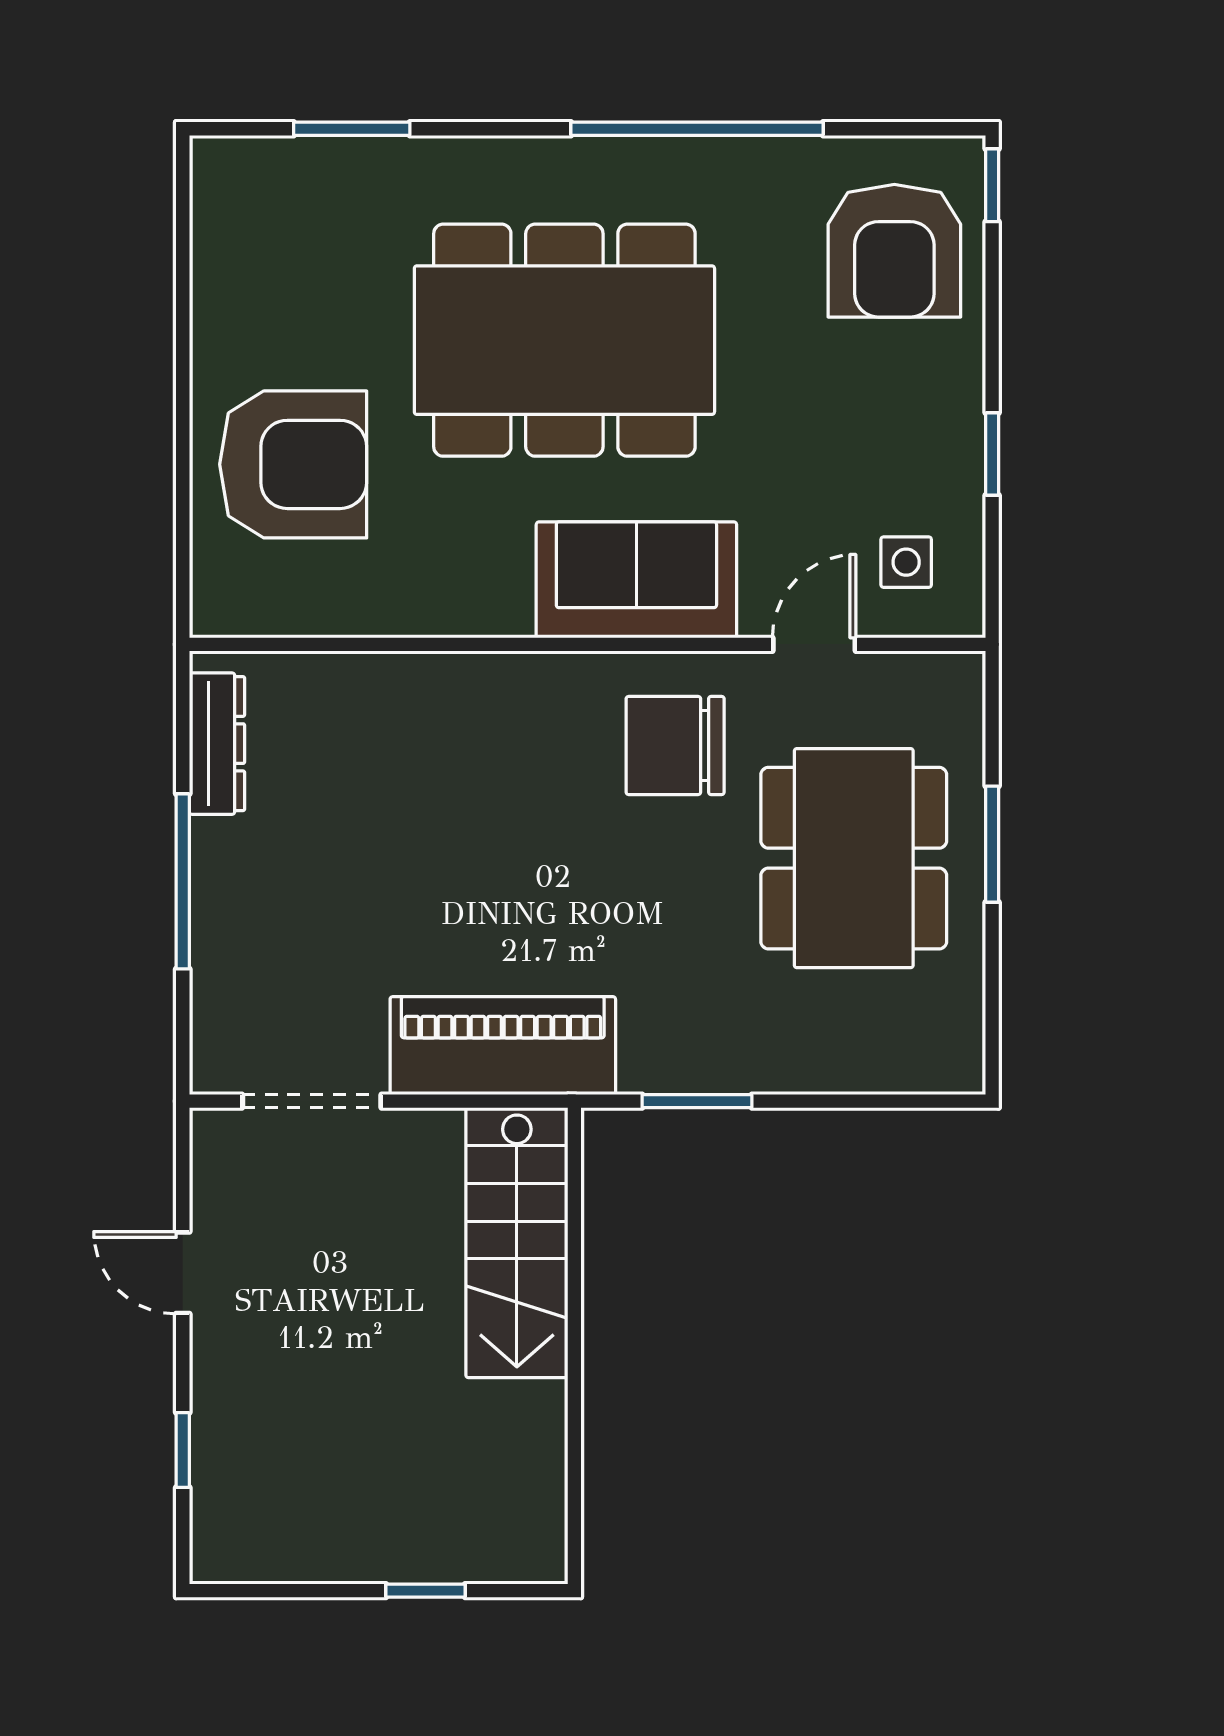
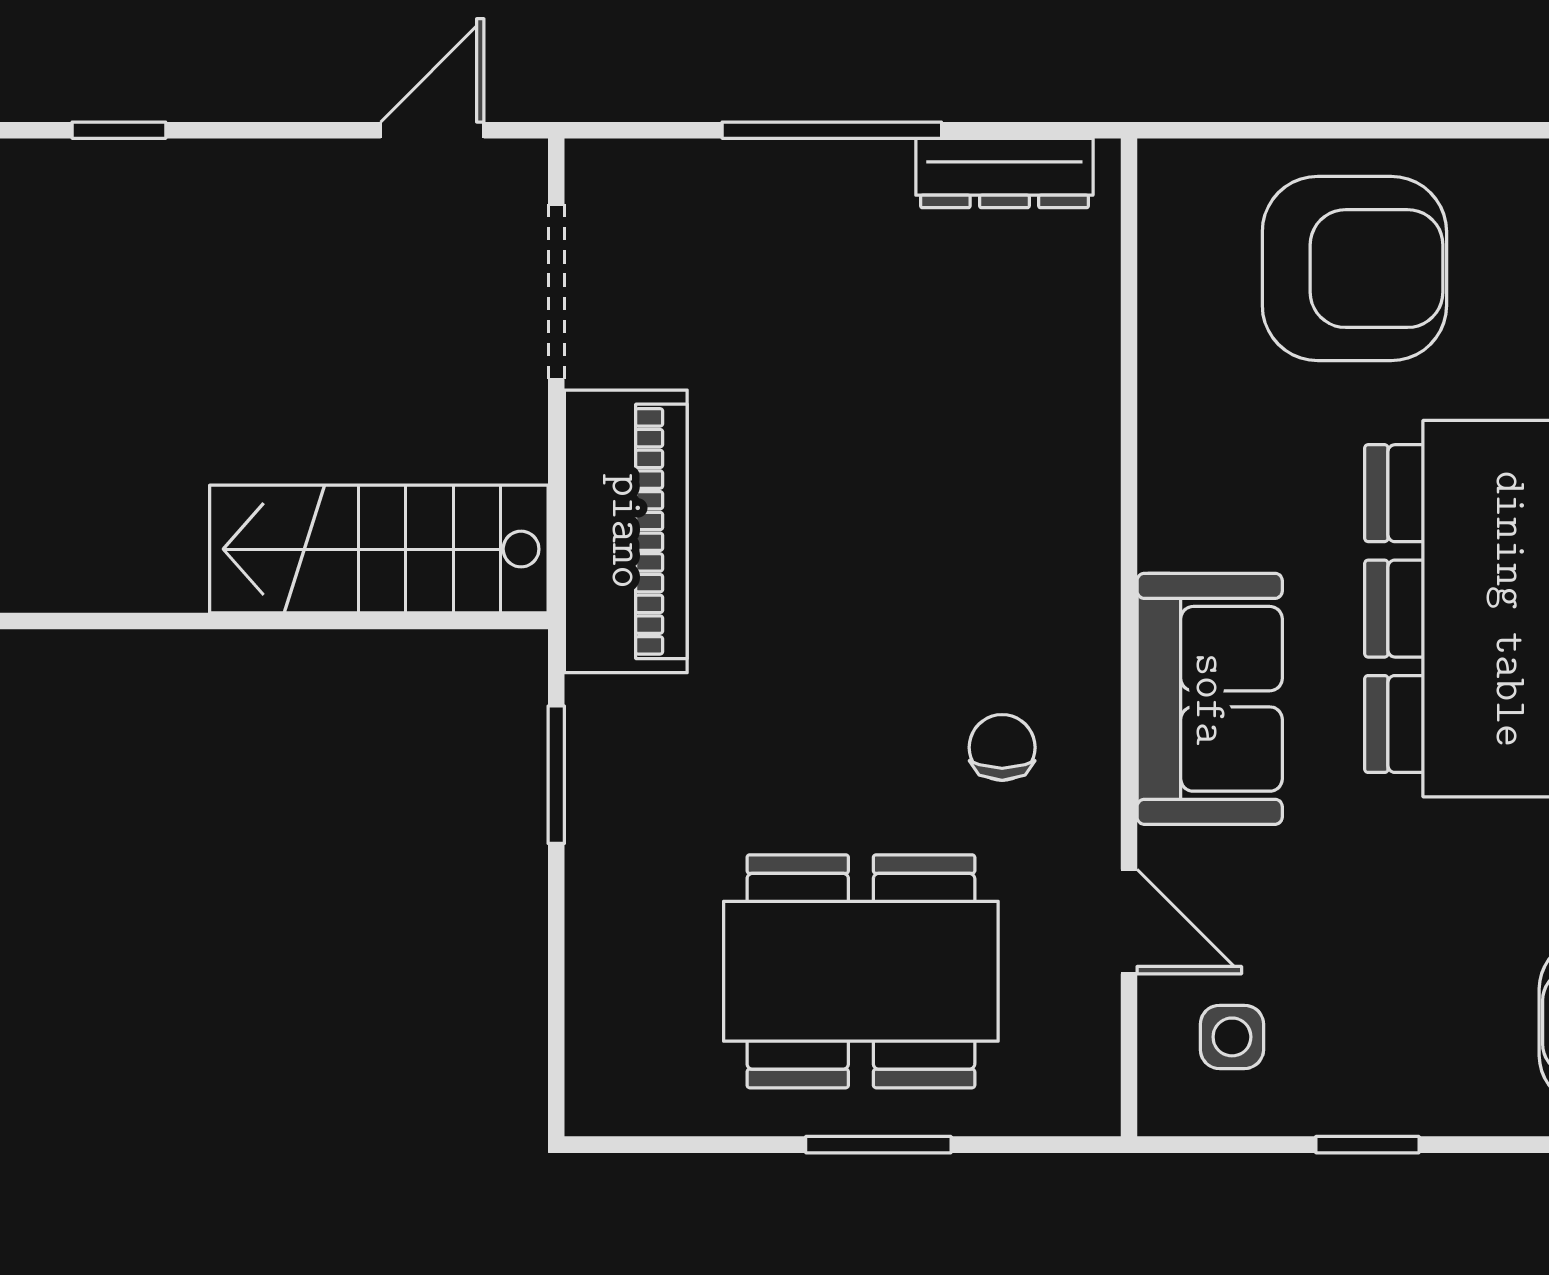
armchair: (293, 464) -> (1354, 269), turned -90
chair: (675, 745) -> (1002, 747), width x0.54, depth x0.54
door: (183, 1273) -> (432, 130), moved

